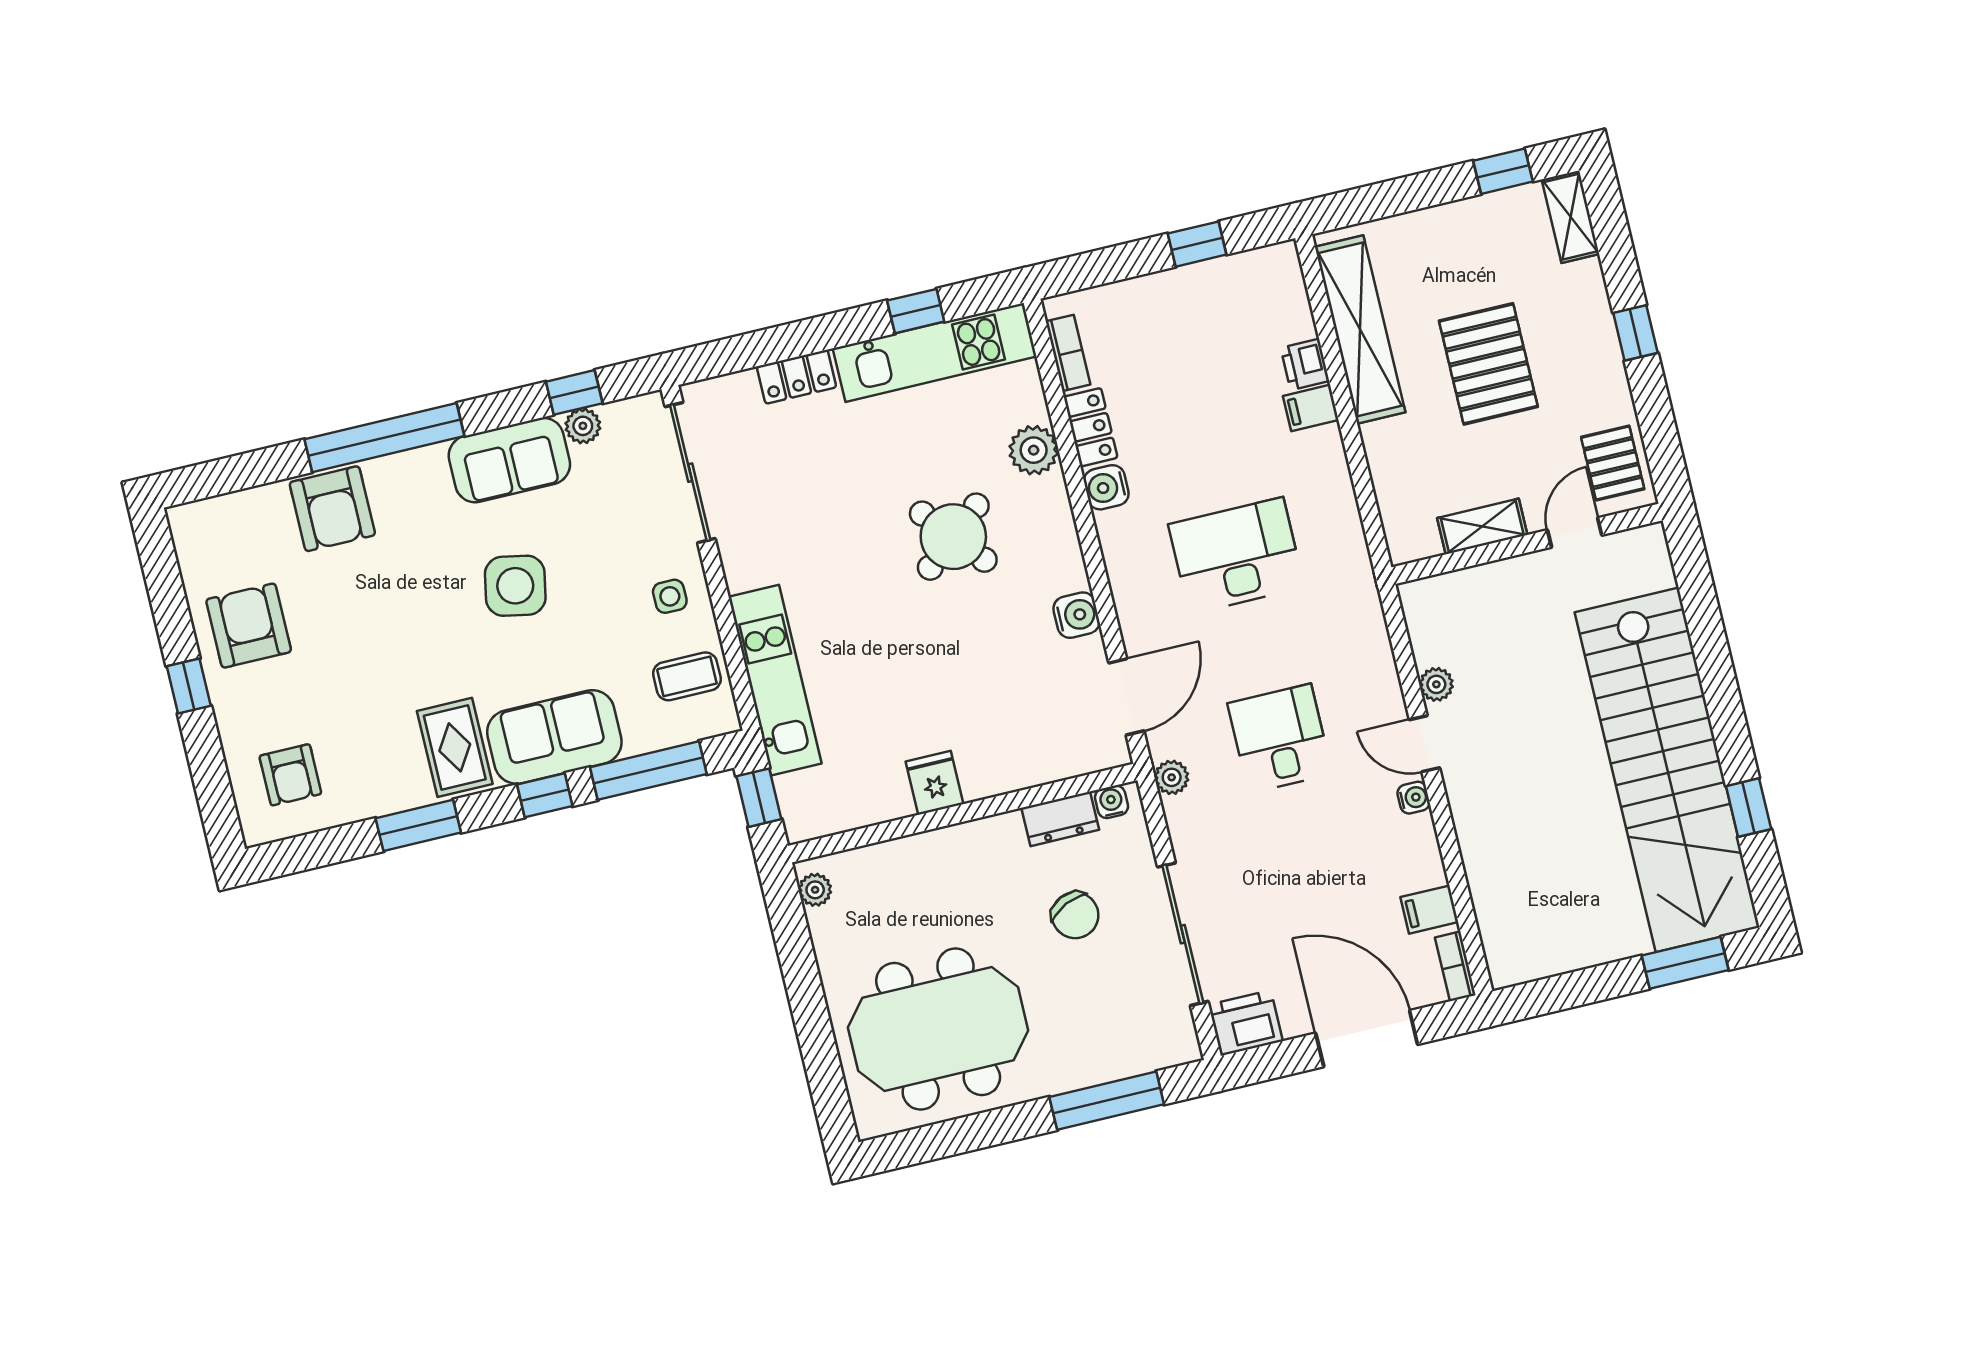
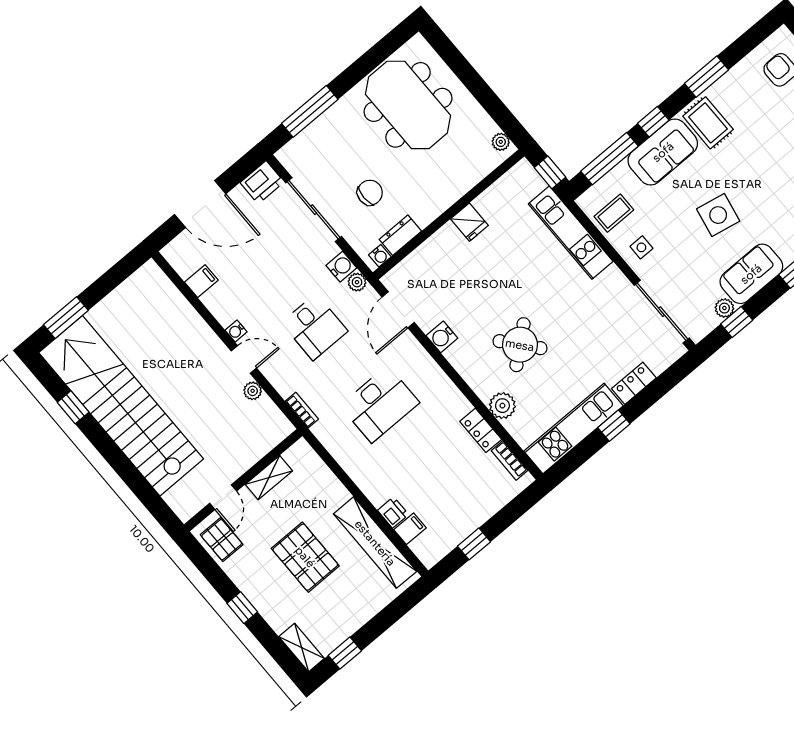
window: (916, 311) -> (614, 426), moved
filing cabinet: (1311, 408) -> (410, 529), moved
water cooler: (1106, 487) -> (341, 267), moved
chair: (1075, 915) -> (370, 193), turned 115
bookcase: (1455, 966) -> (302, 410), moved
meeting table: (938, 1029) -> (408, 105), turned 90

